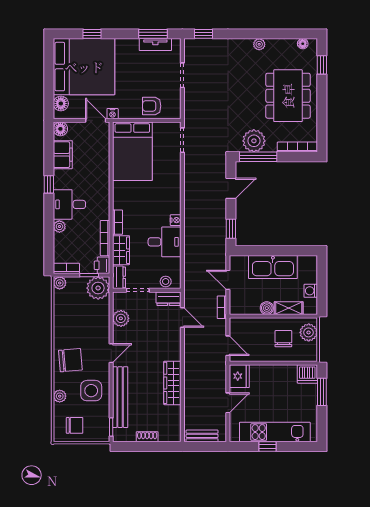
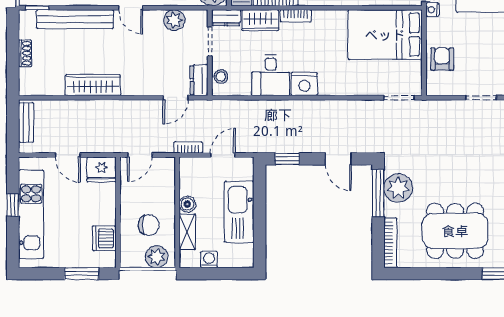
nightstand: (176, 220) -> (304, 84), width x1.89, depth x1.79
dishwasher: (307, 374) -> (104, 238), moved

